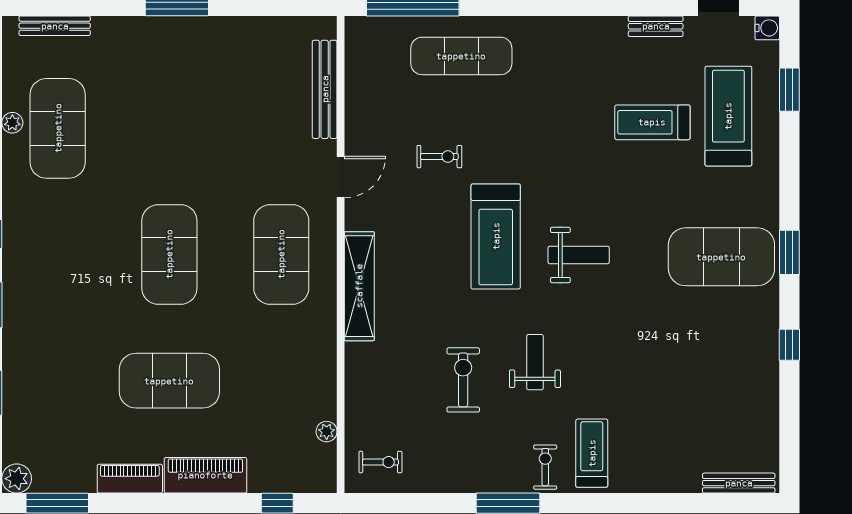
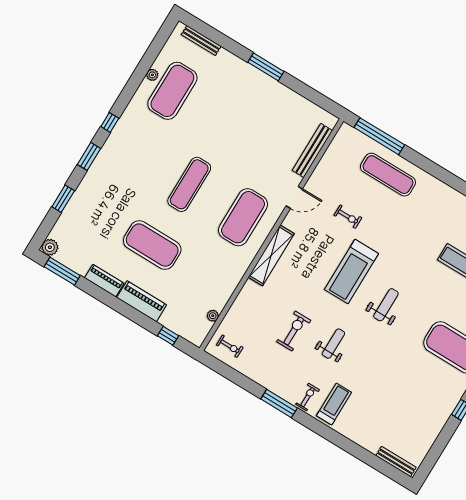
exercise mat: (169, 254) -> (189, 184), width x0.68
weight bench: (579, 255) -> (386, 305), turned -90

